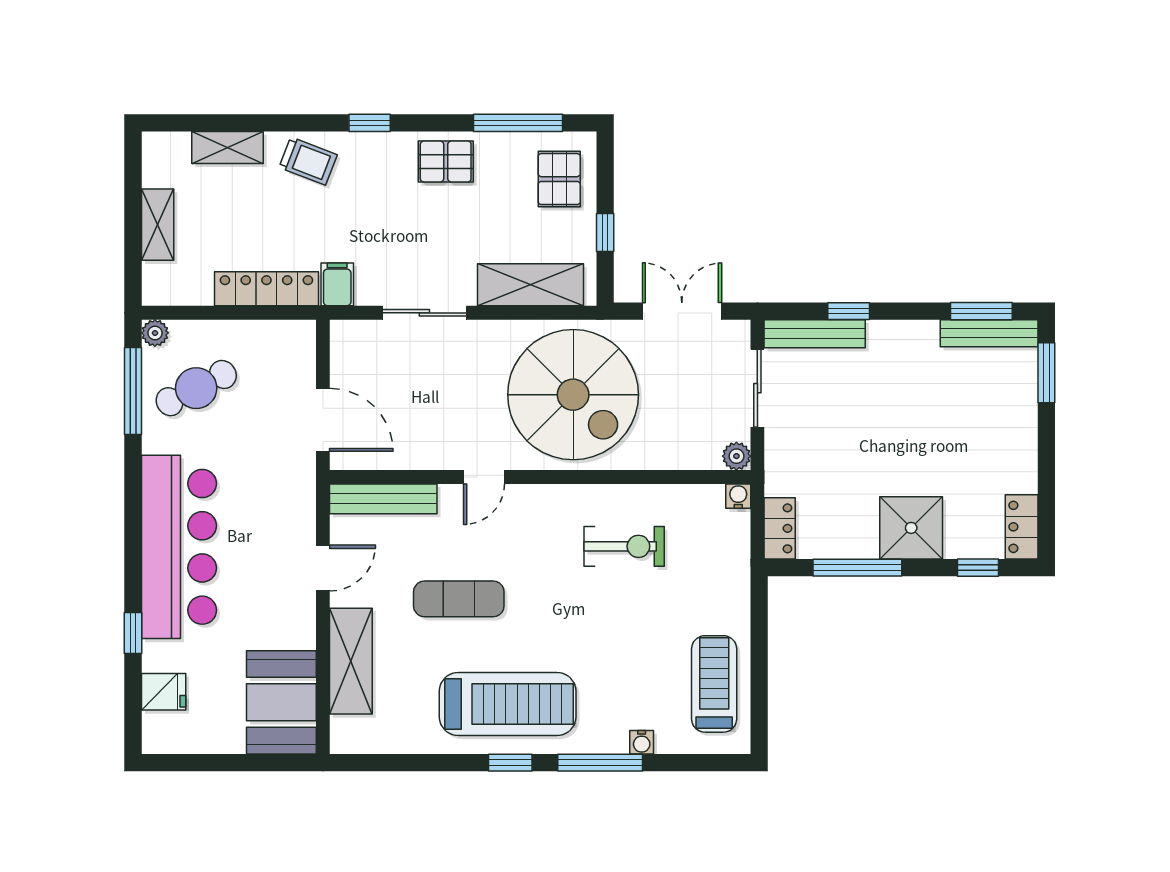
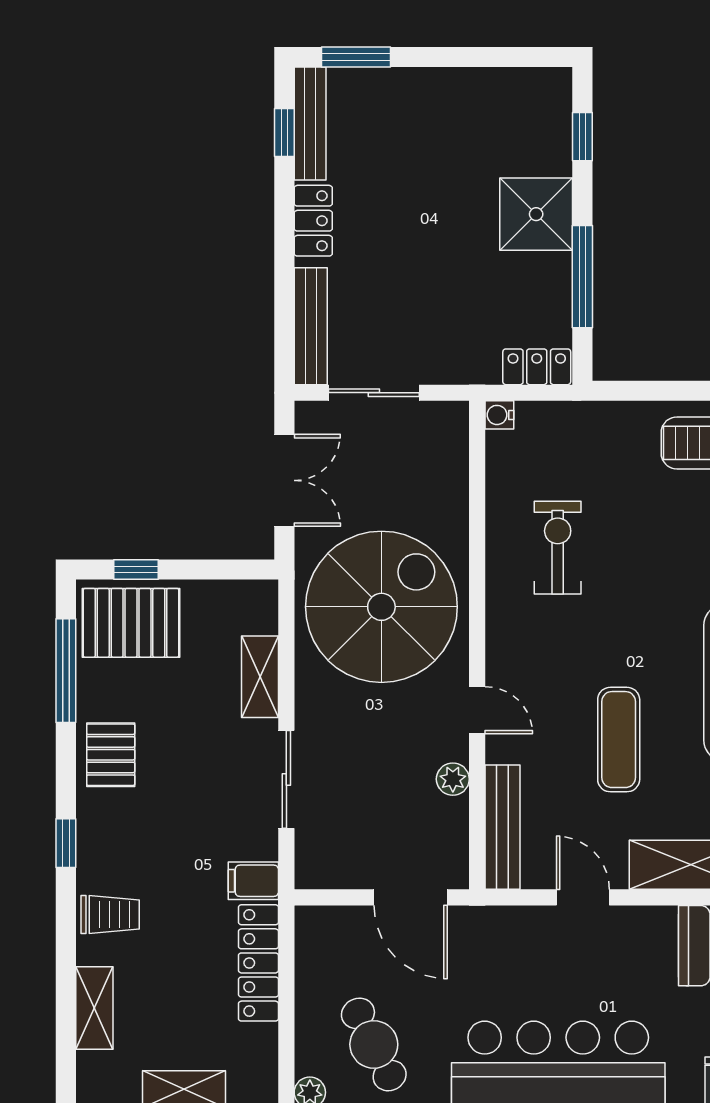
trolley: (308, 161) -> (110, 914), turned 69
pallet: (559, 179) -> (131, 623), width x1.50, depth x1.42
window: (605, 232) -> (136, 570), moved
shelving: (530, 285) -> (260, 677), width x0.67, depth x0.75
double door: (682, 311) -> (284, 480), swing flipped
window: (849, 311) -> (284, 287), removed
window: (981, 311) -> (284, 133), width x0.67
door: (323, 420) -> (411, 897), swing flipped
plant: (736, 456) -> (453, 779), moved
locker: (1022, 527) -> (313, 221), moved, turned -90

